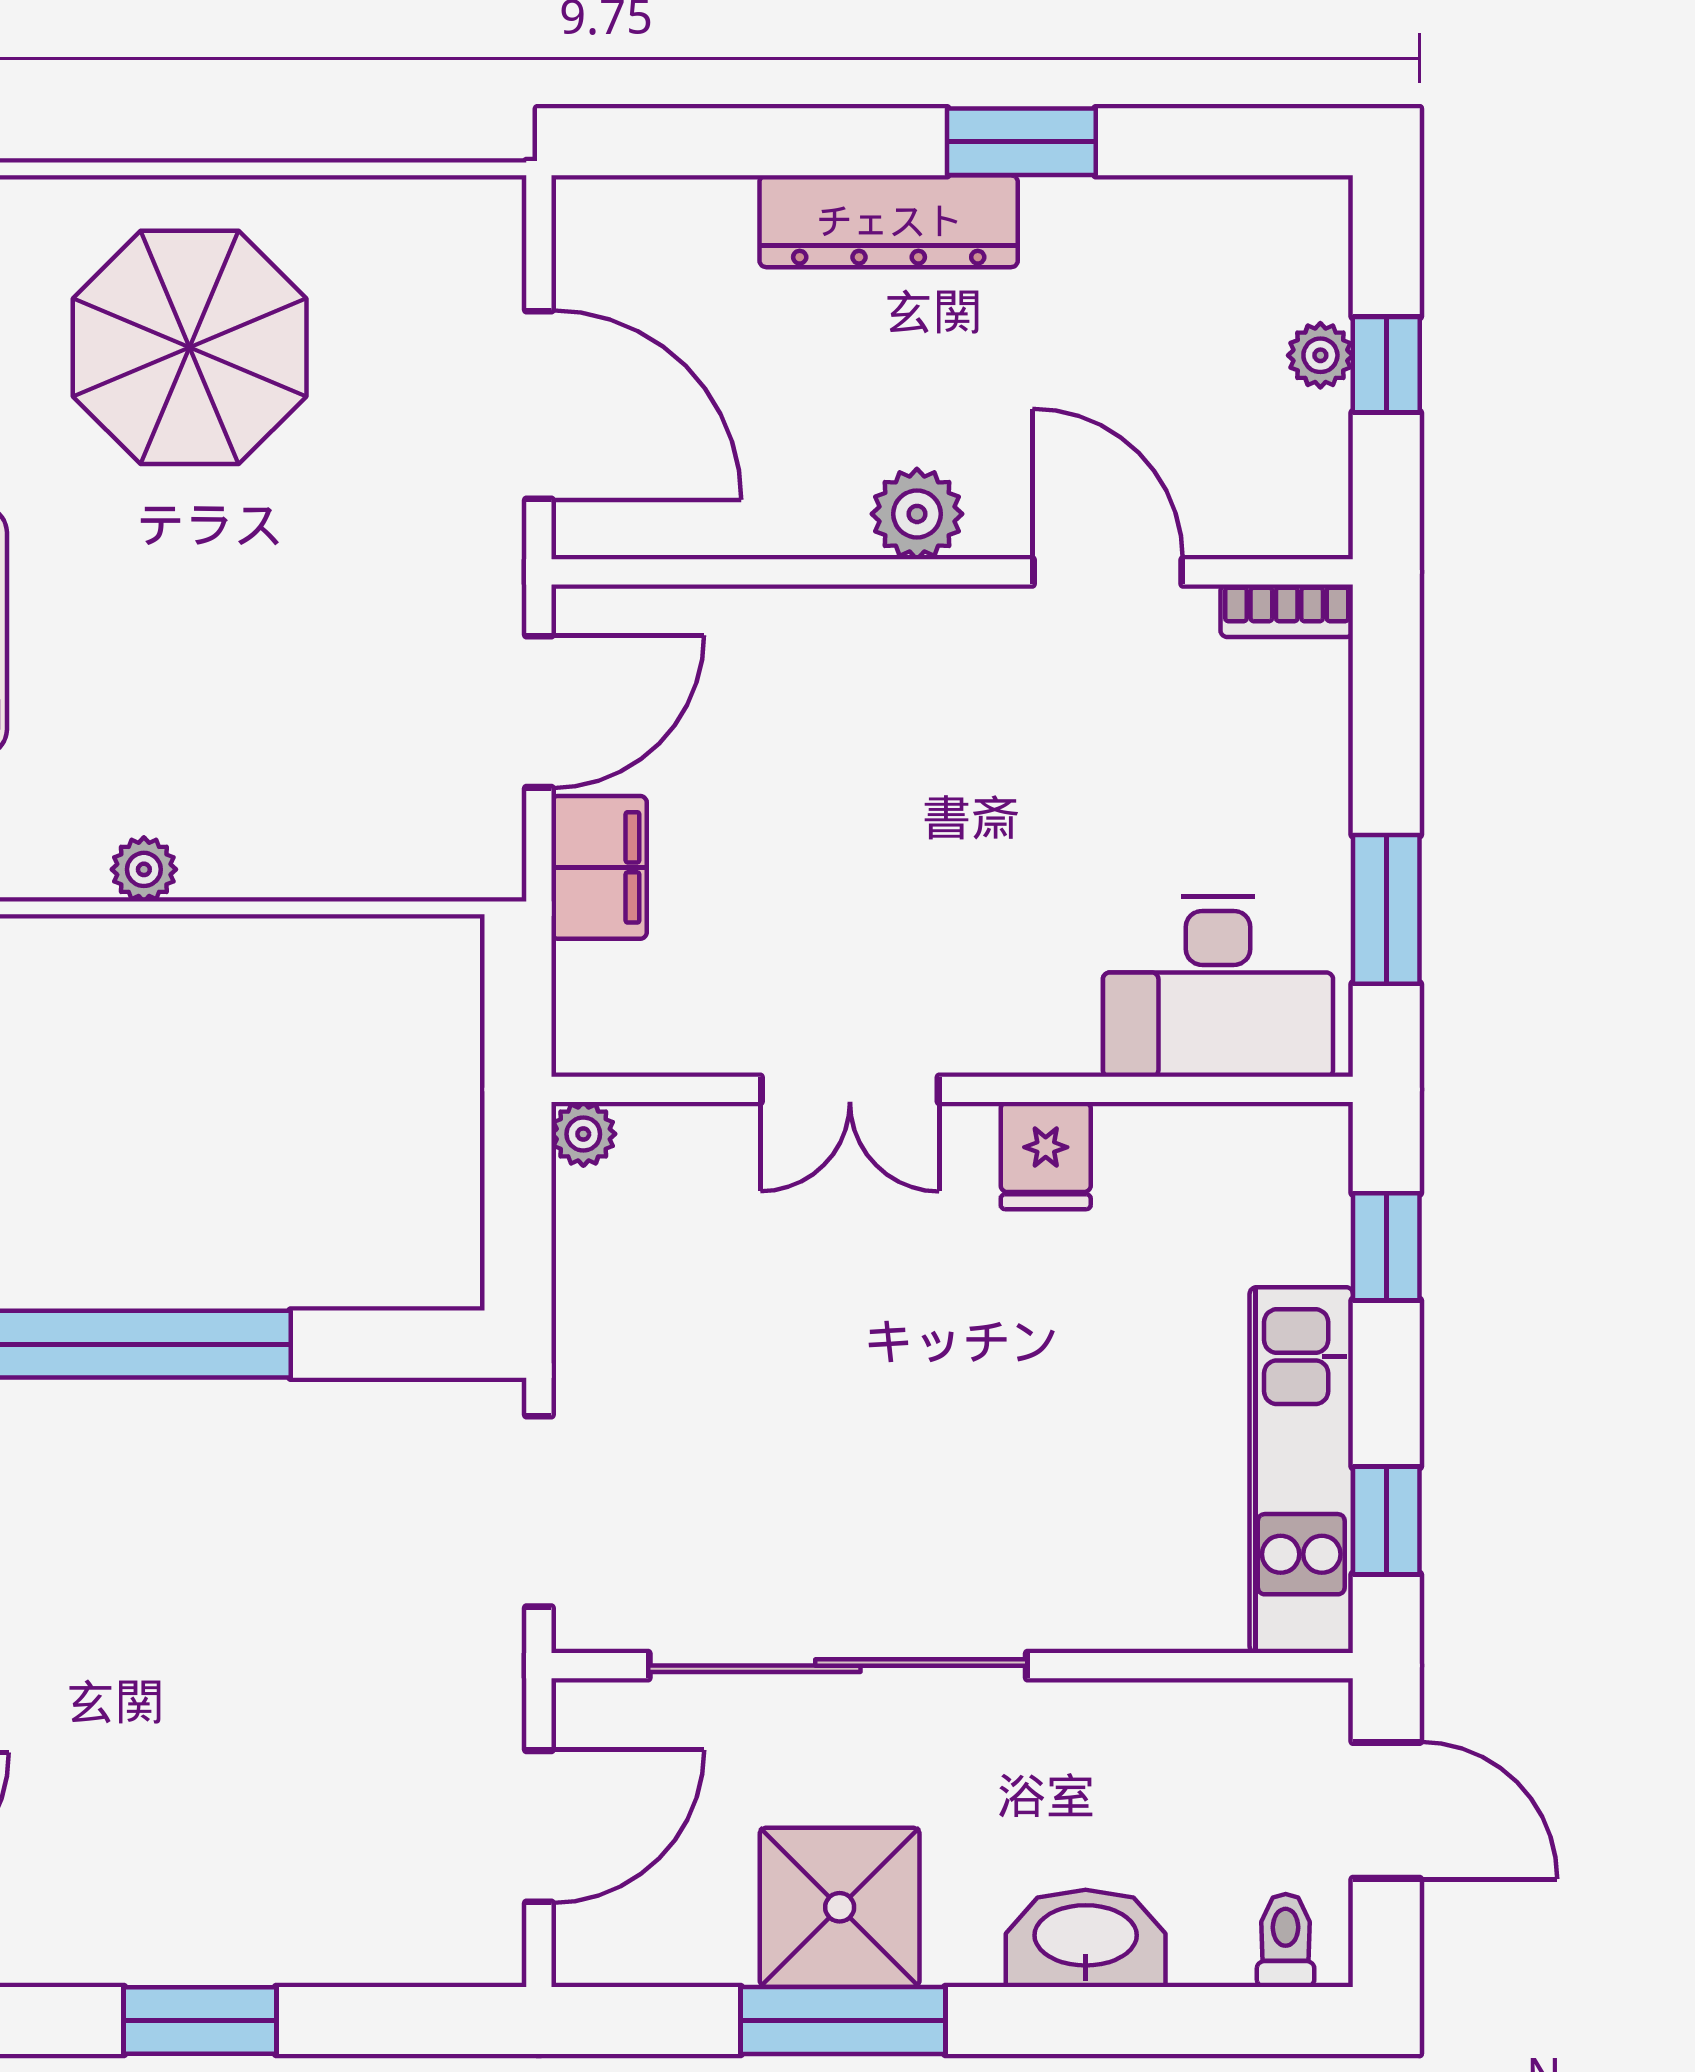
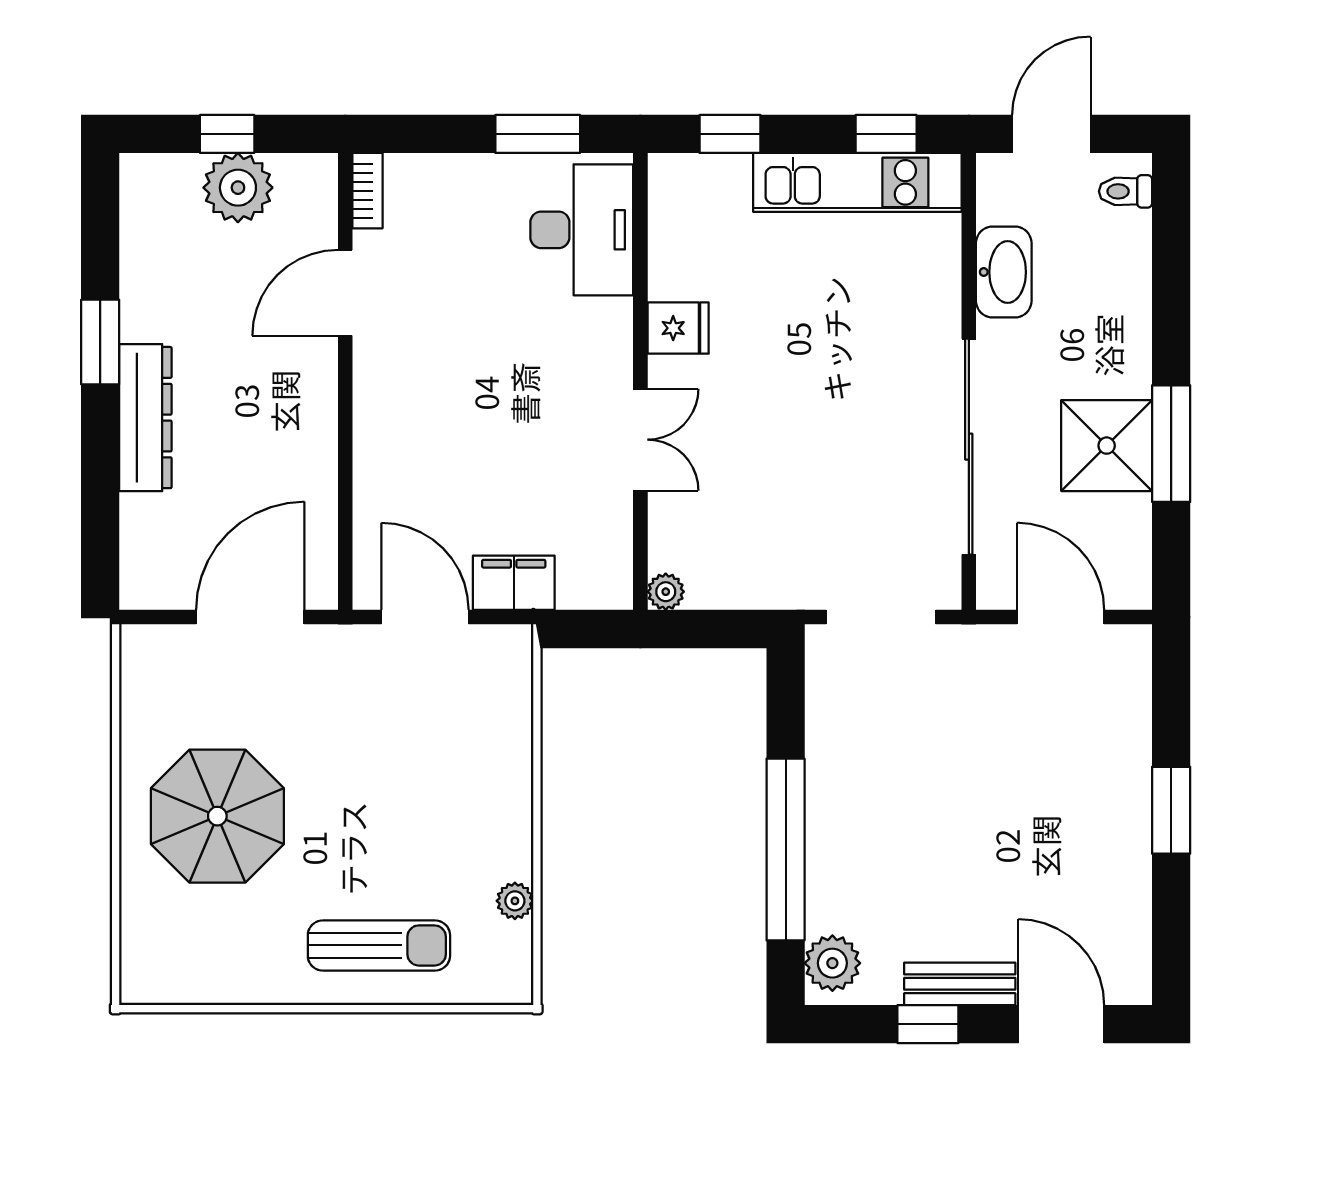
plant: (1320, 355) -> (238, 188), width x1.87, depth x1.87
plant: (917, 514) -> (312, 401), removed
plant: (144, 869) -> (515, 901), moved
washbasin: (1086, 1938) -> (1004, 272), moved, turned 180

